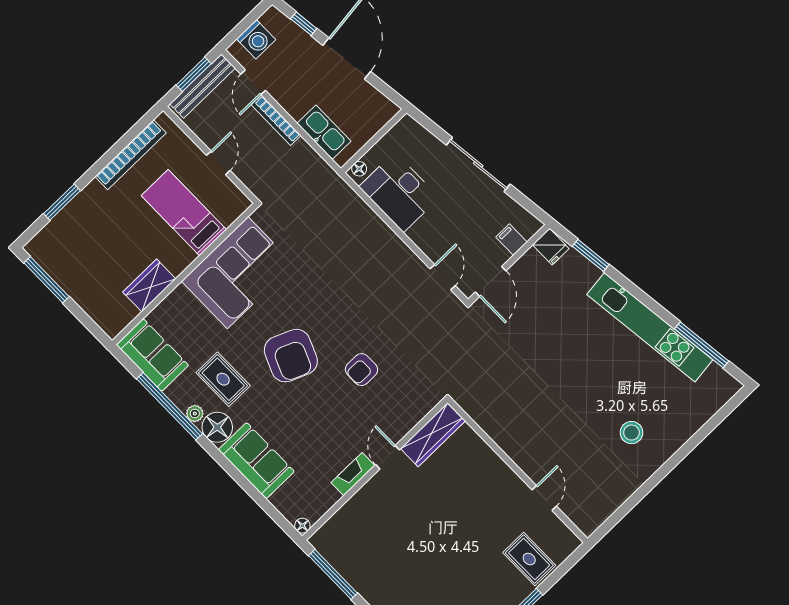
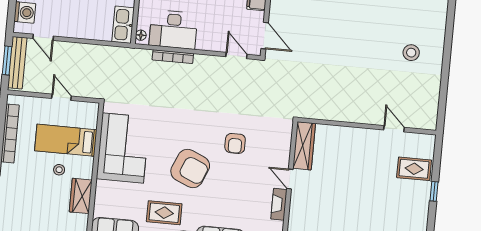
bookcase: (276, 120) -> (173, 57), moved
kitchen sink: (324, 132) -> (123, 25), moved, turned -90
stool: (150, 238) -> (59, 170), added

